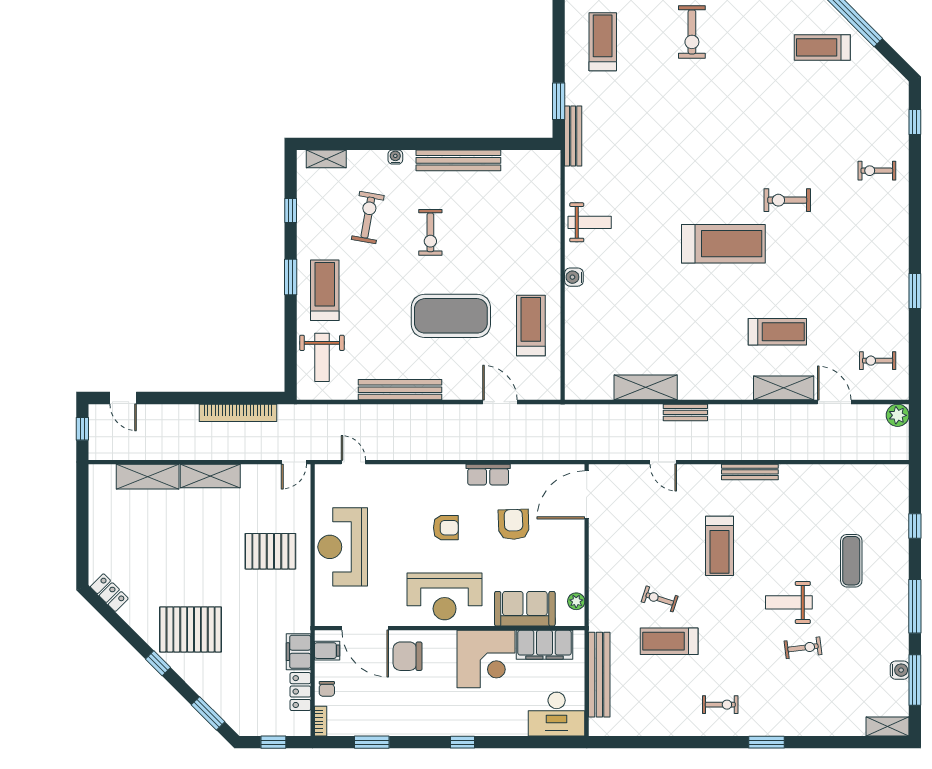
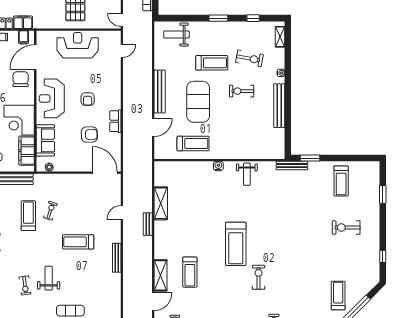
treadmill: (603, 42) -> (341, 181), turned 90
treadmill: (325, 290) -> (212, 63), moved
bench: (400, 390) -> (160, 91), moved

